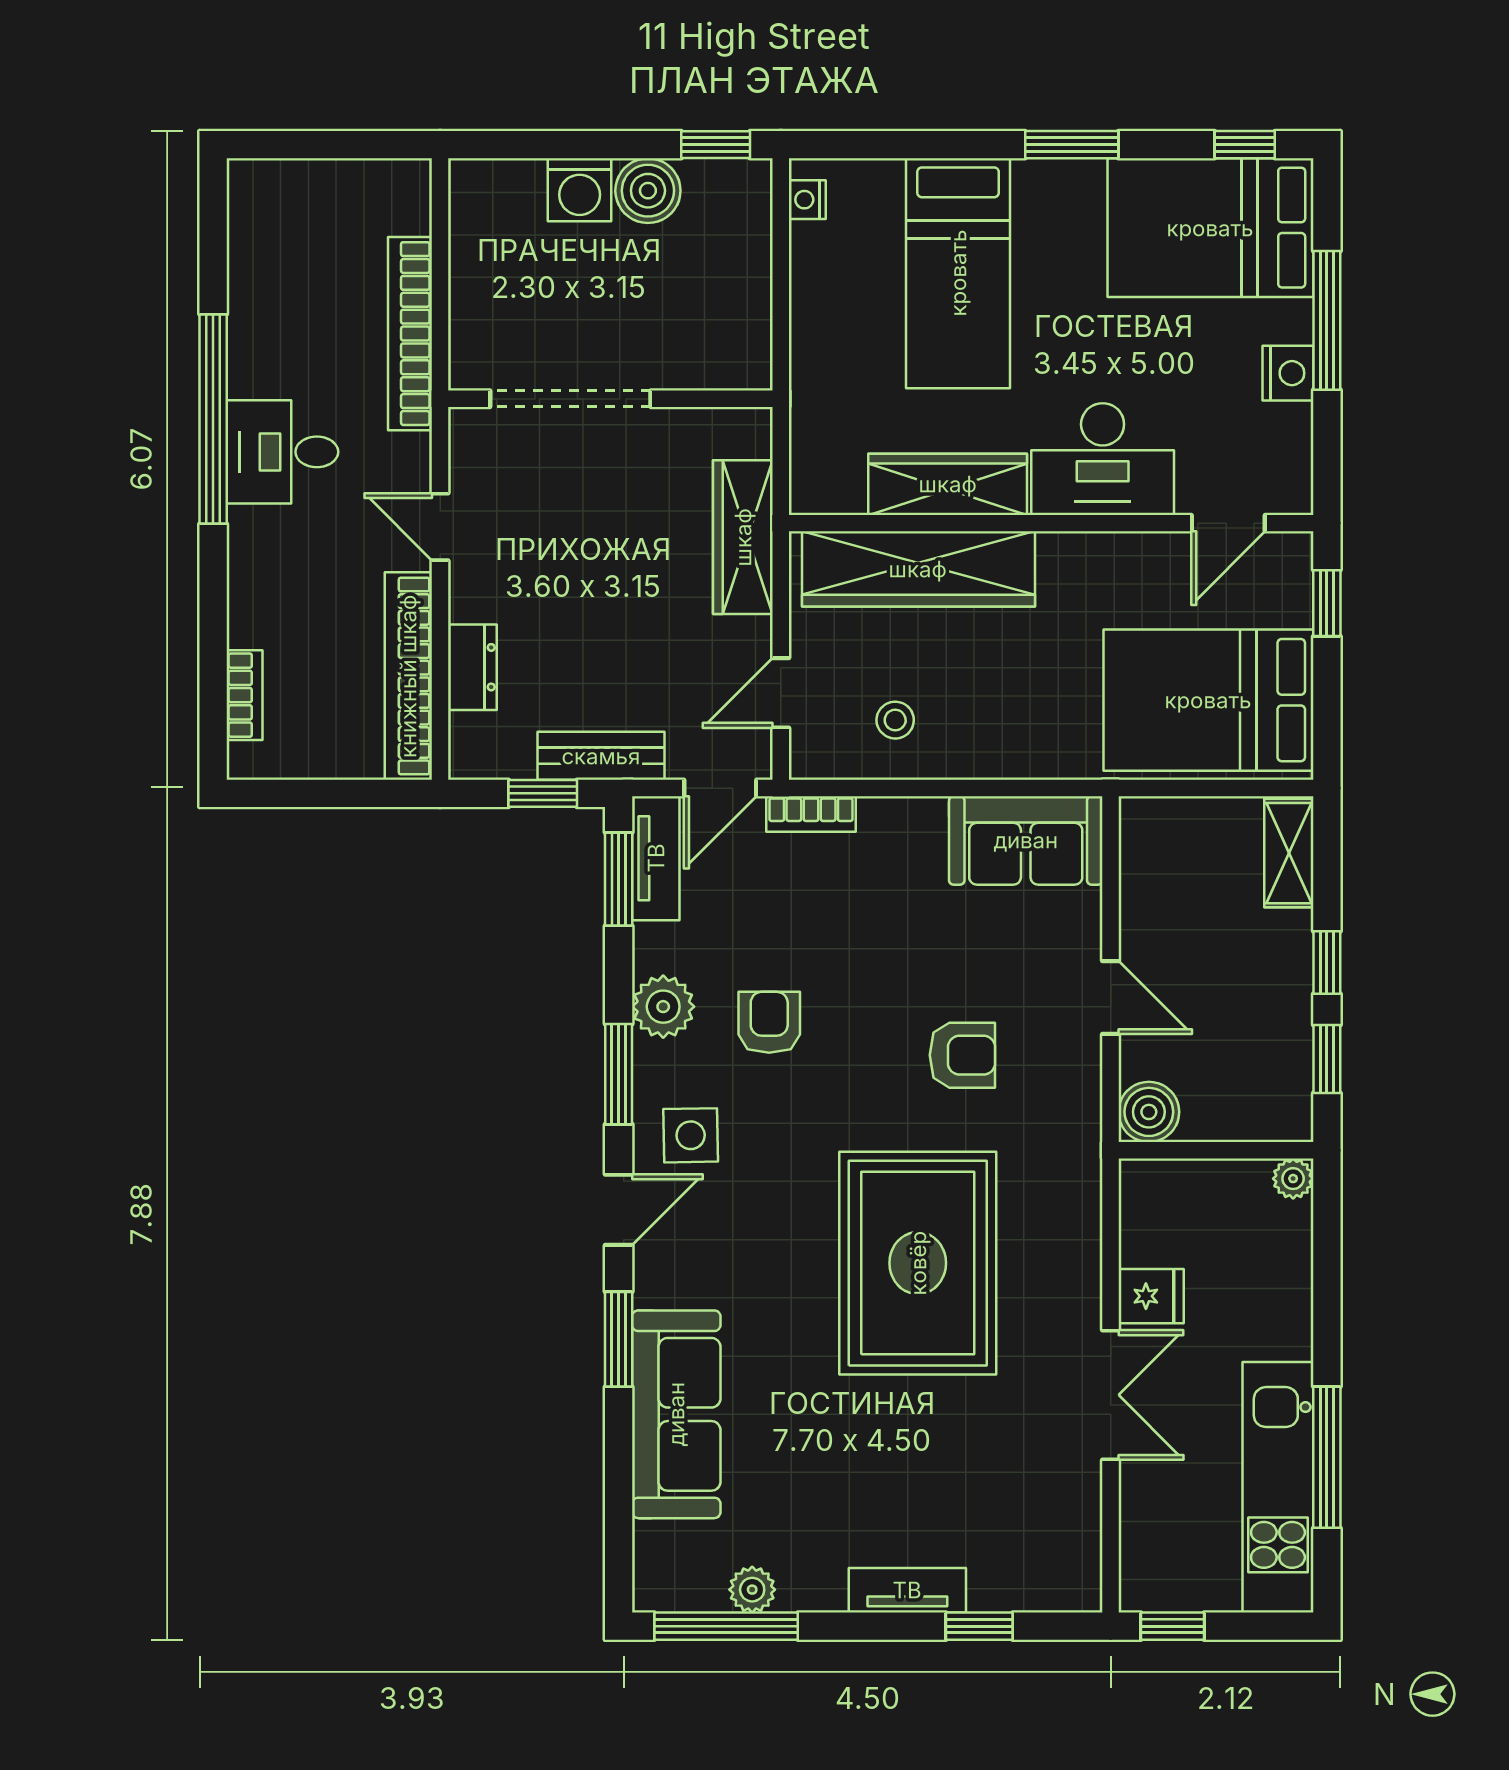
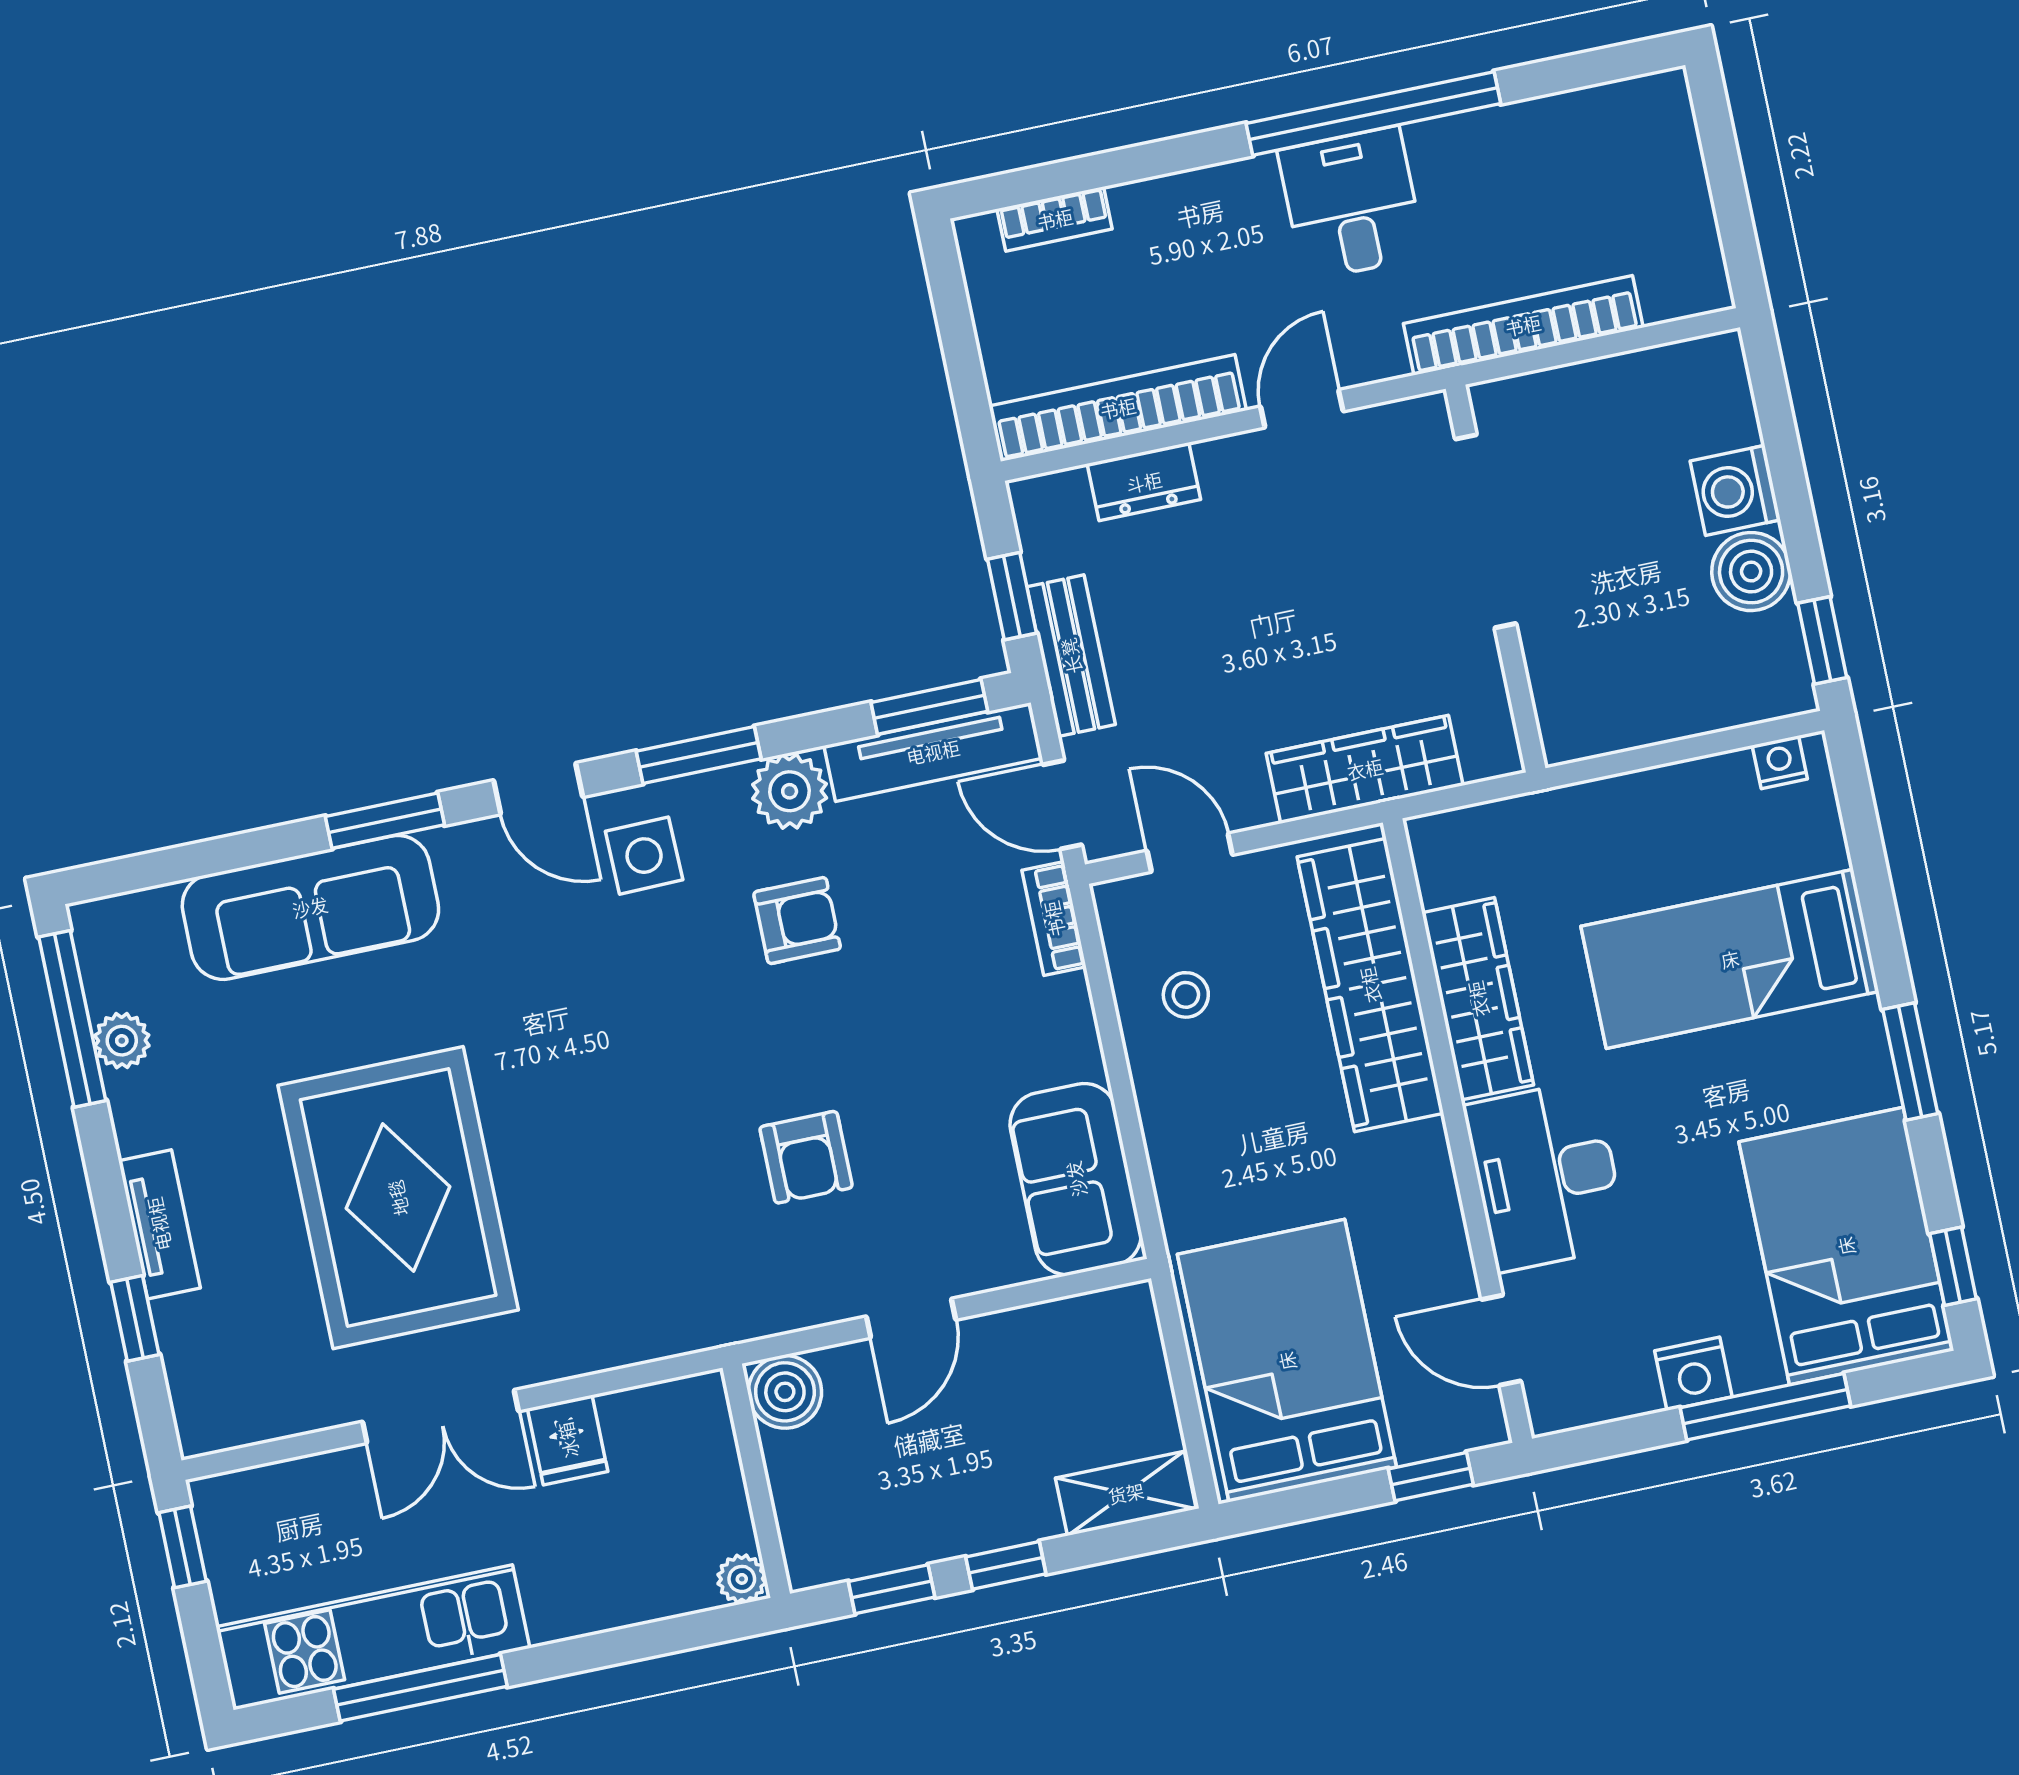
tv unit: (656, 858) -> (933, 752), width x1.41
rug: (918, 1263) -> (398, 1198), moved, turned 90

